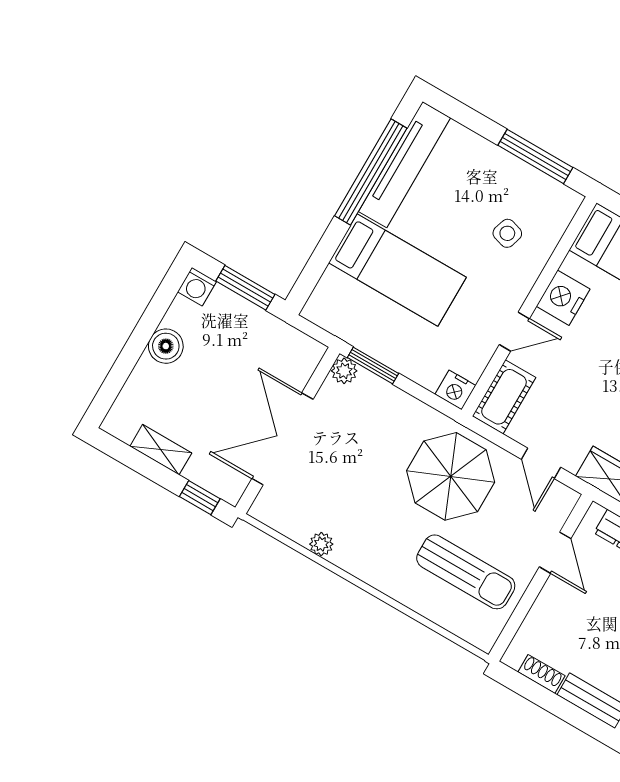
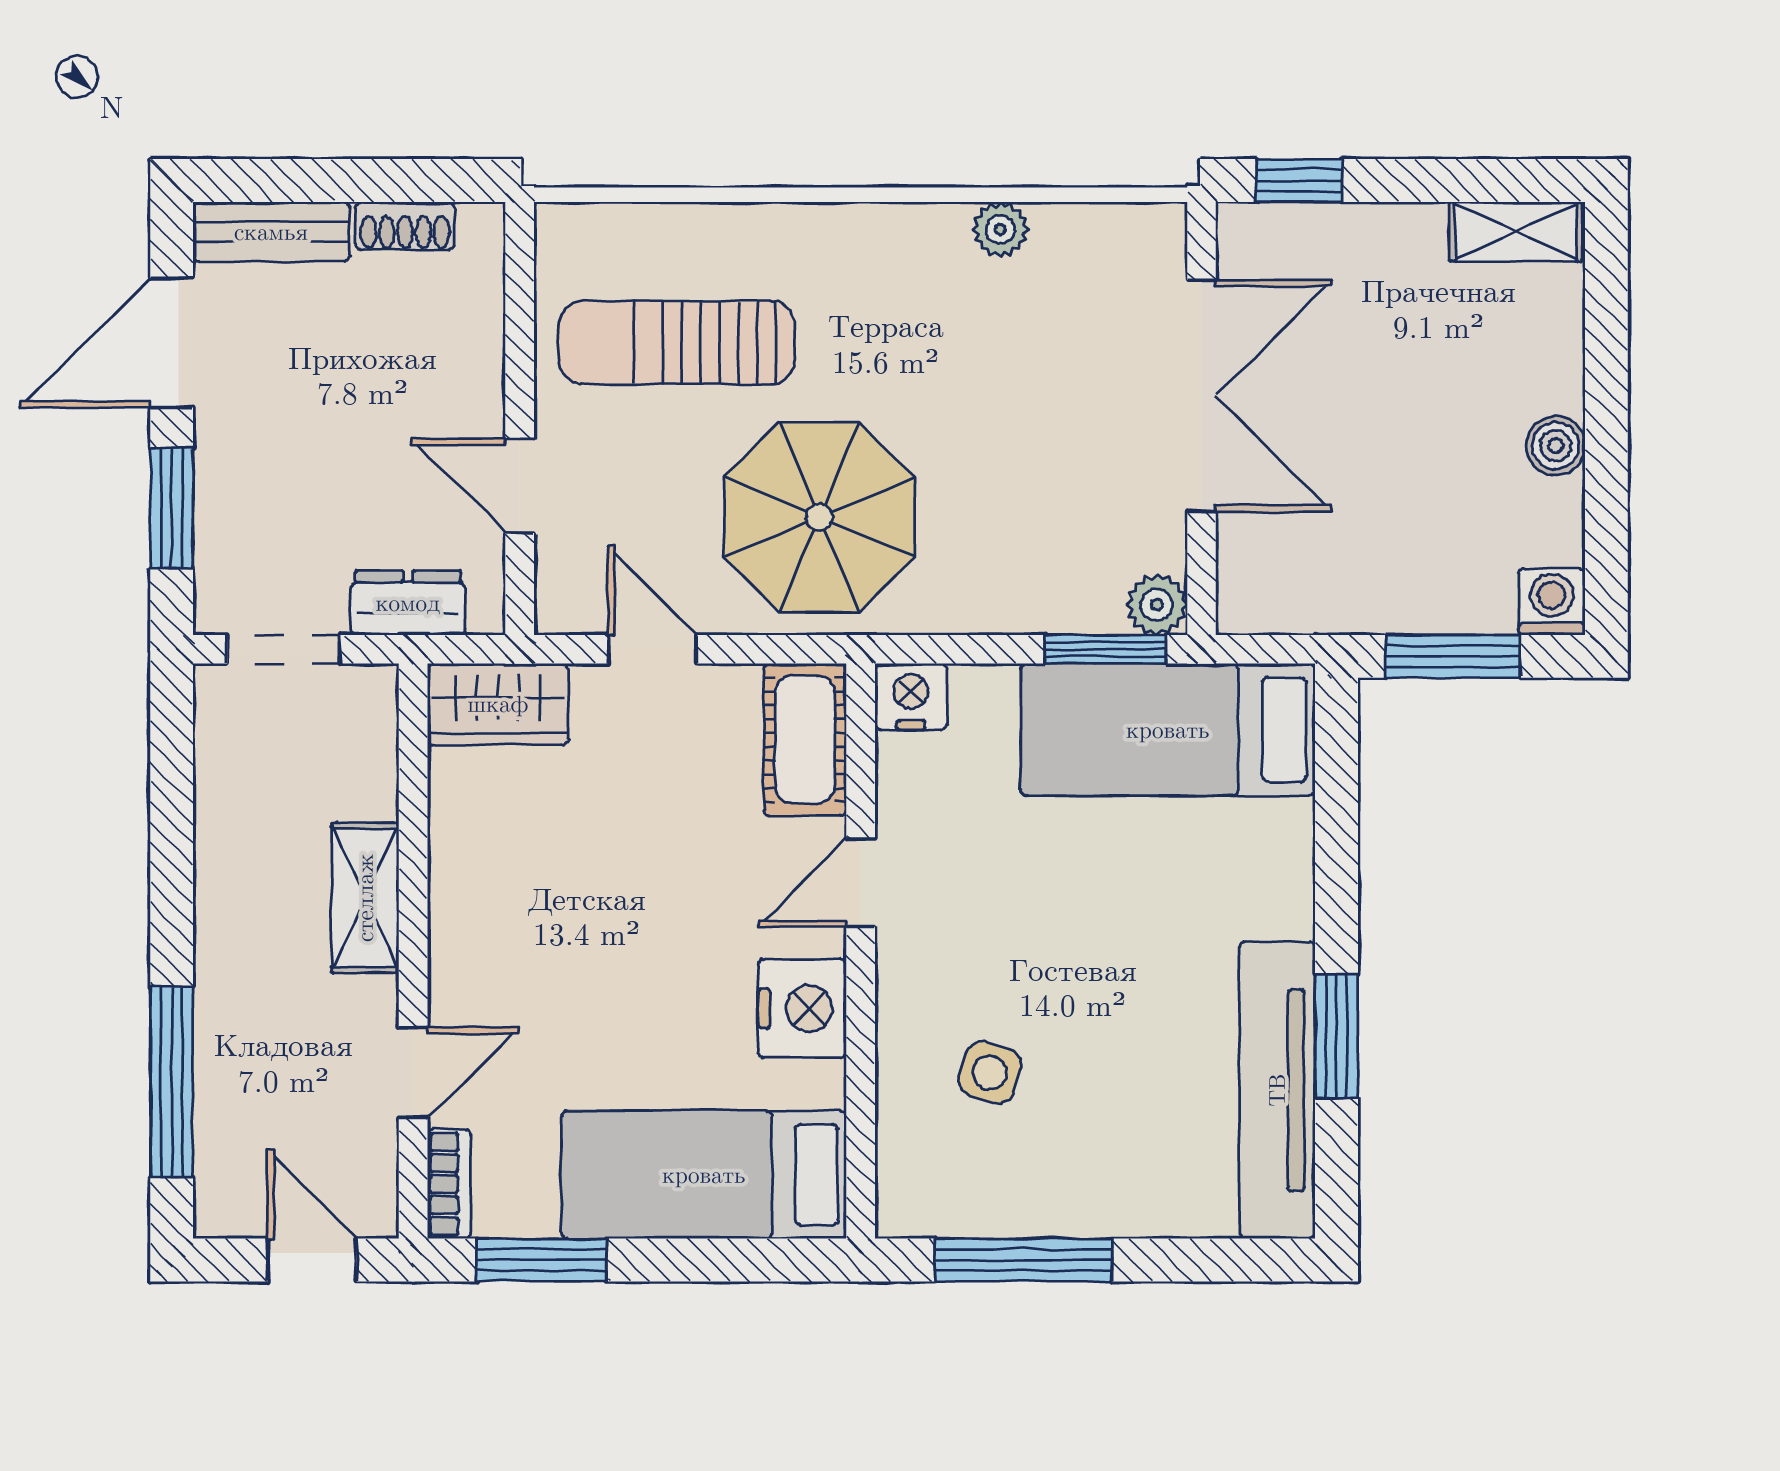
window: (371, 172) -> (1336, 1036), width x0.47
bed: (397, 270) -> (1168, 730), moved
boiler: (166, 346) -> (1556, 446), width x0.73, depth x0.73
shelving: (161, 450) -> (1516, 232), moved

